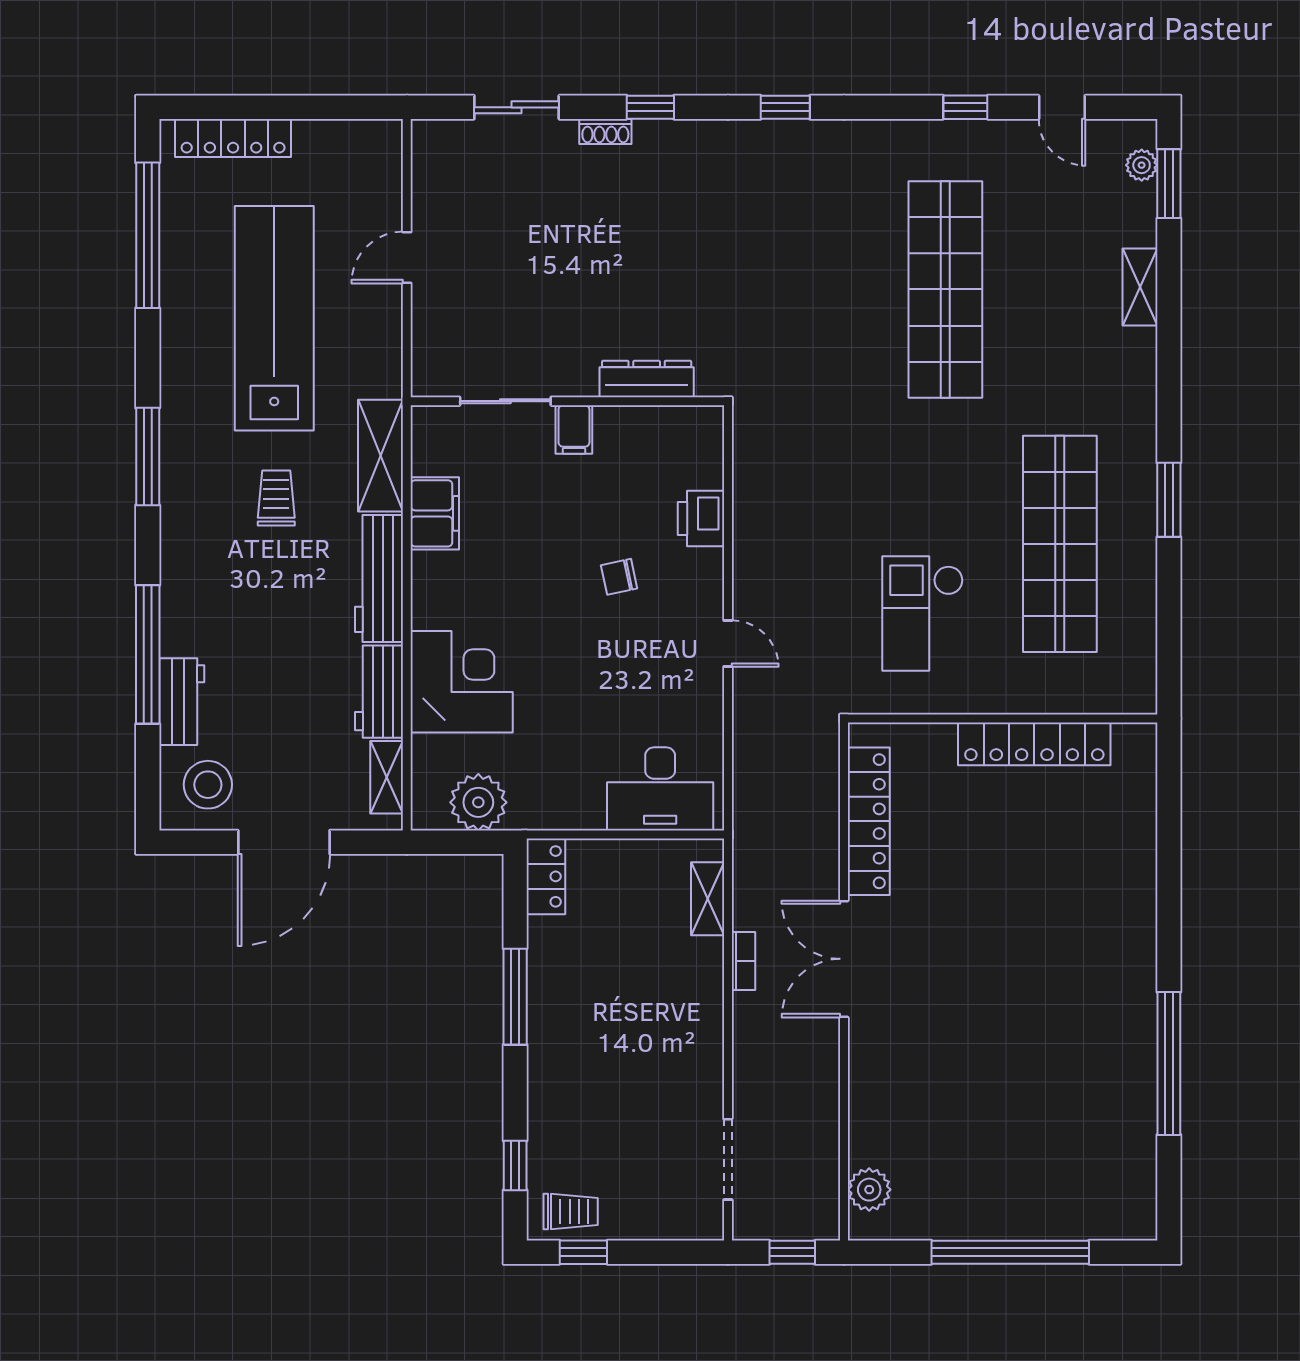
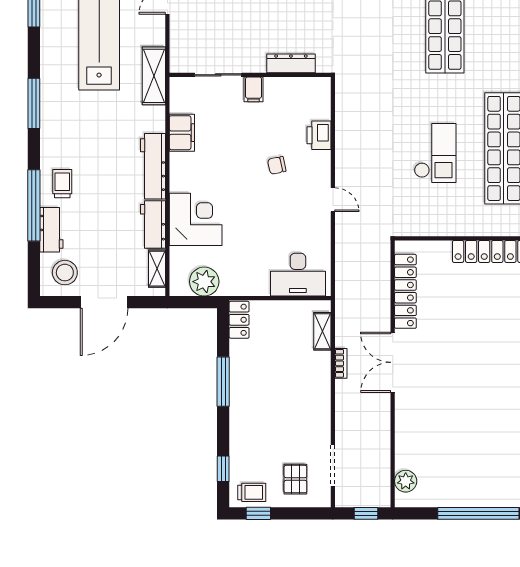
shelving: (381, 456) -> (154, 76), moved
trolley: (276, 498) -> (62, 184), moved
checkout: (923, 614) -> (435, 153), moved, turned 180
pallet: (655, 1185) -> (295, 479), added

